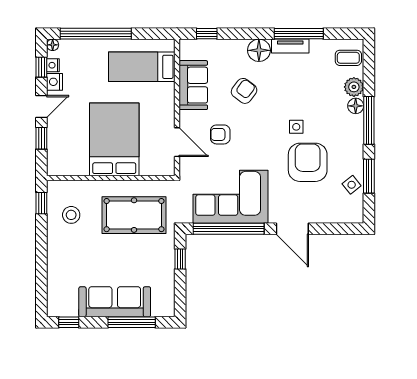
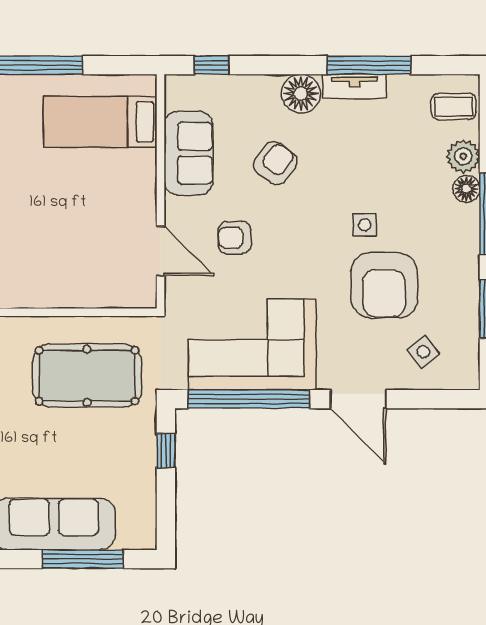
bed: (114, 139) -> (53, 246), removed
armchair: (308, 162) -> (384, 285), turned 180
side table: (352, 185) -> (423, 352), moved

